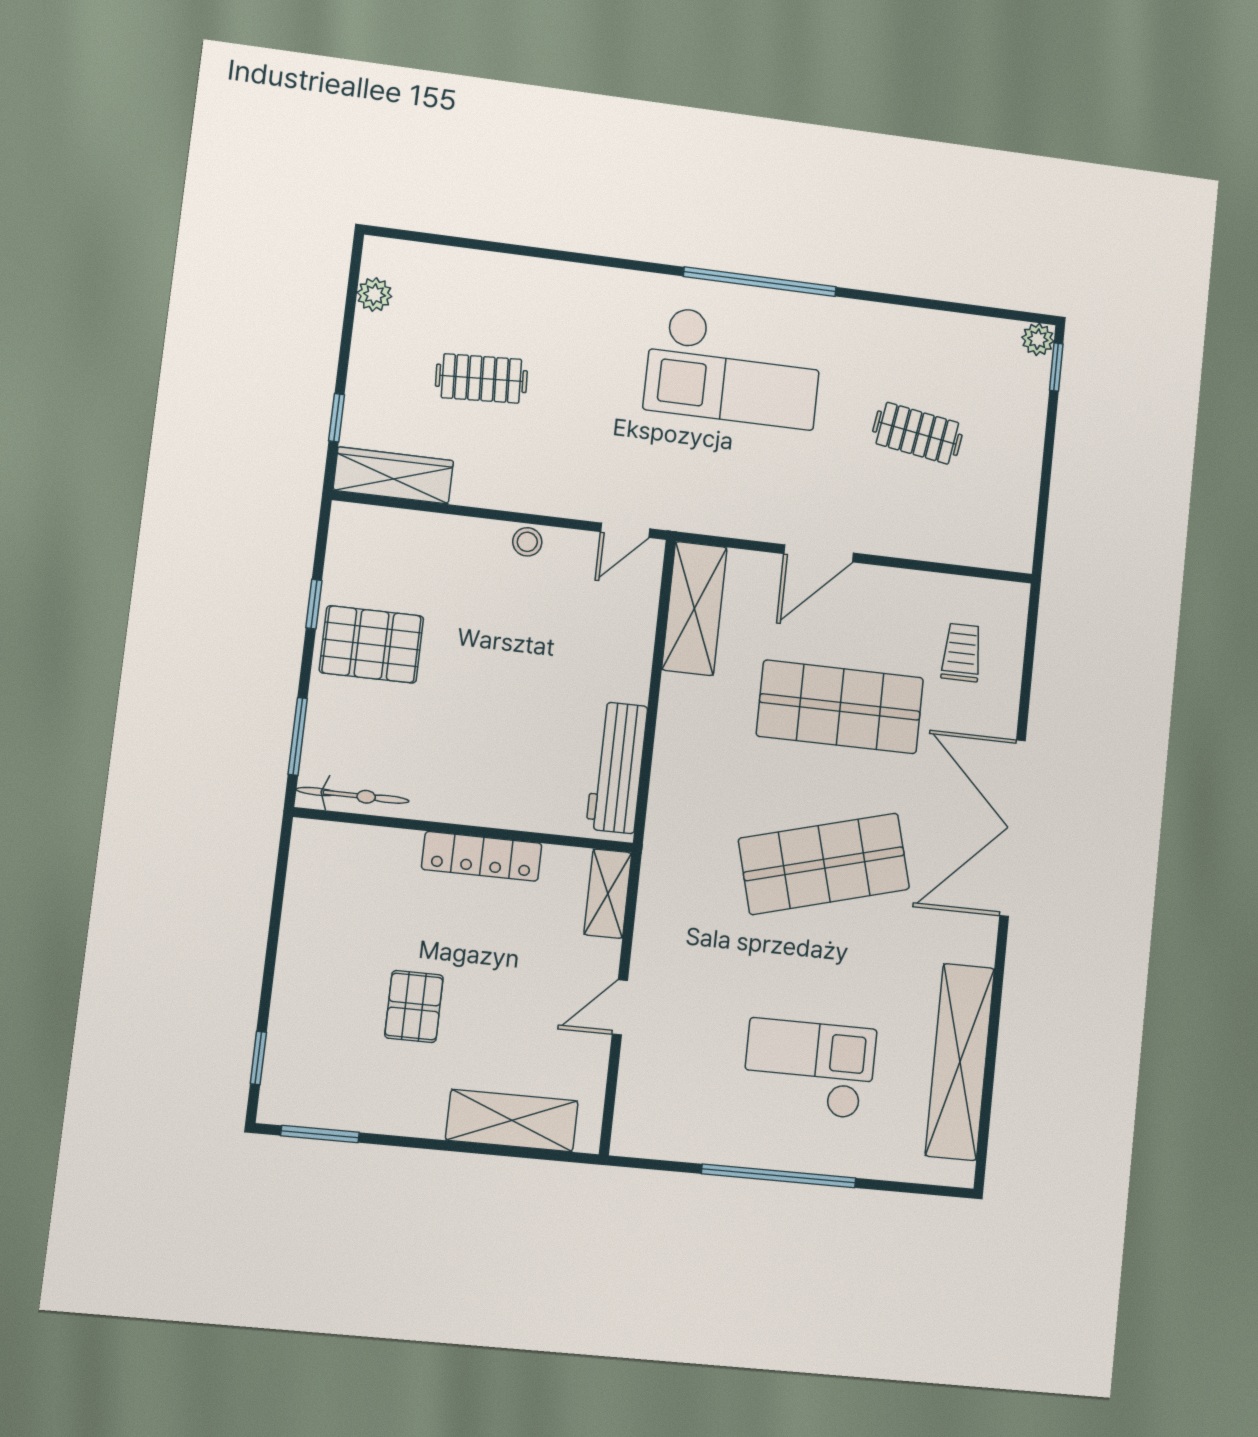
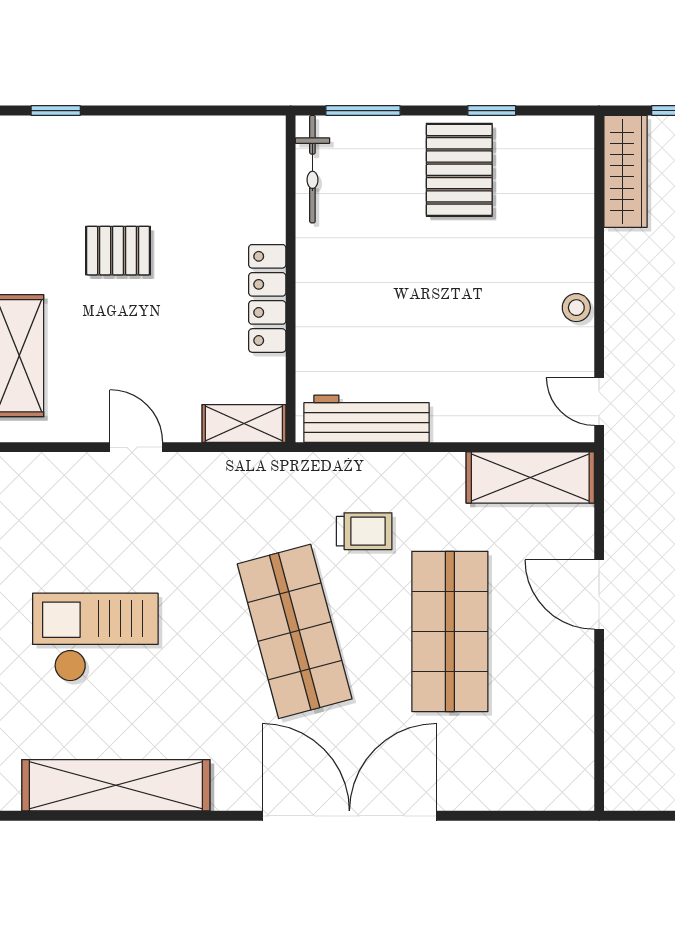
trolley: (962, 652) -> (364, 531), moved
checkout: (809, 1069) -> (95, 637), turned -90

